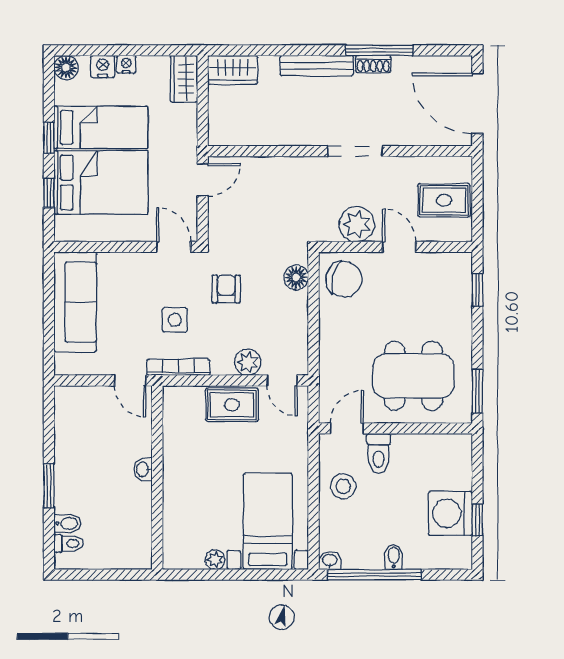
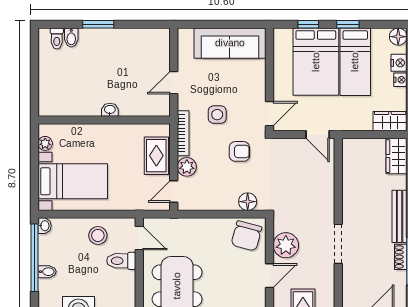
bookcase: (178, 367) -> (183, 133), moved
washbasin: (143, 469) -> (110, 110), moved
wall: (157, 478) -> (104, 120), moved

